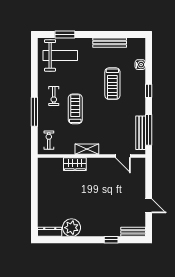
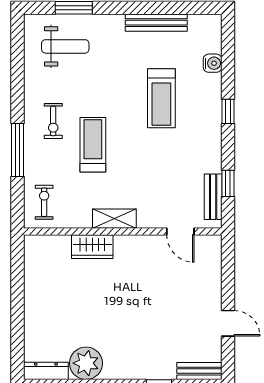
weight bench: (60, 55) -> (65, 46), width x0.73, depth x0.75
window: (149, 130) -> (228, 183), width x0.46
bench: (141, 133) -> (213, 197), width x0.73

